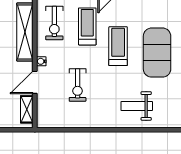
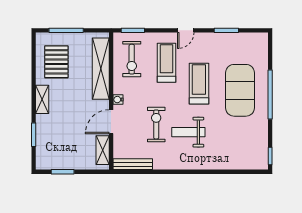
exercise bike: (78, 85) -> (156, 124), turned 180
weight bench: (137, 106) -> (188, 132), moved
bench: (55, 123) -> (133, 164), added

